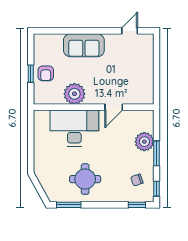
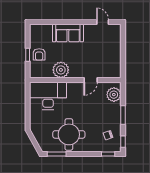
door: (130, 31) -> (103, 22), hinge flipped
desk: (74, 128) -> (48, 96), moved
plant: (144, 142) -> (114, 95), moved
round table: (85, 179) -> (69, 134), width x1.36, depth x1.36

